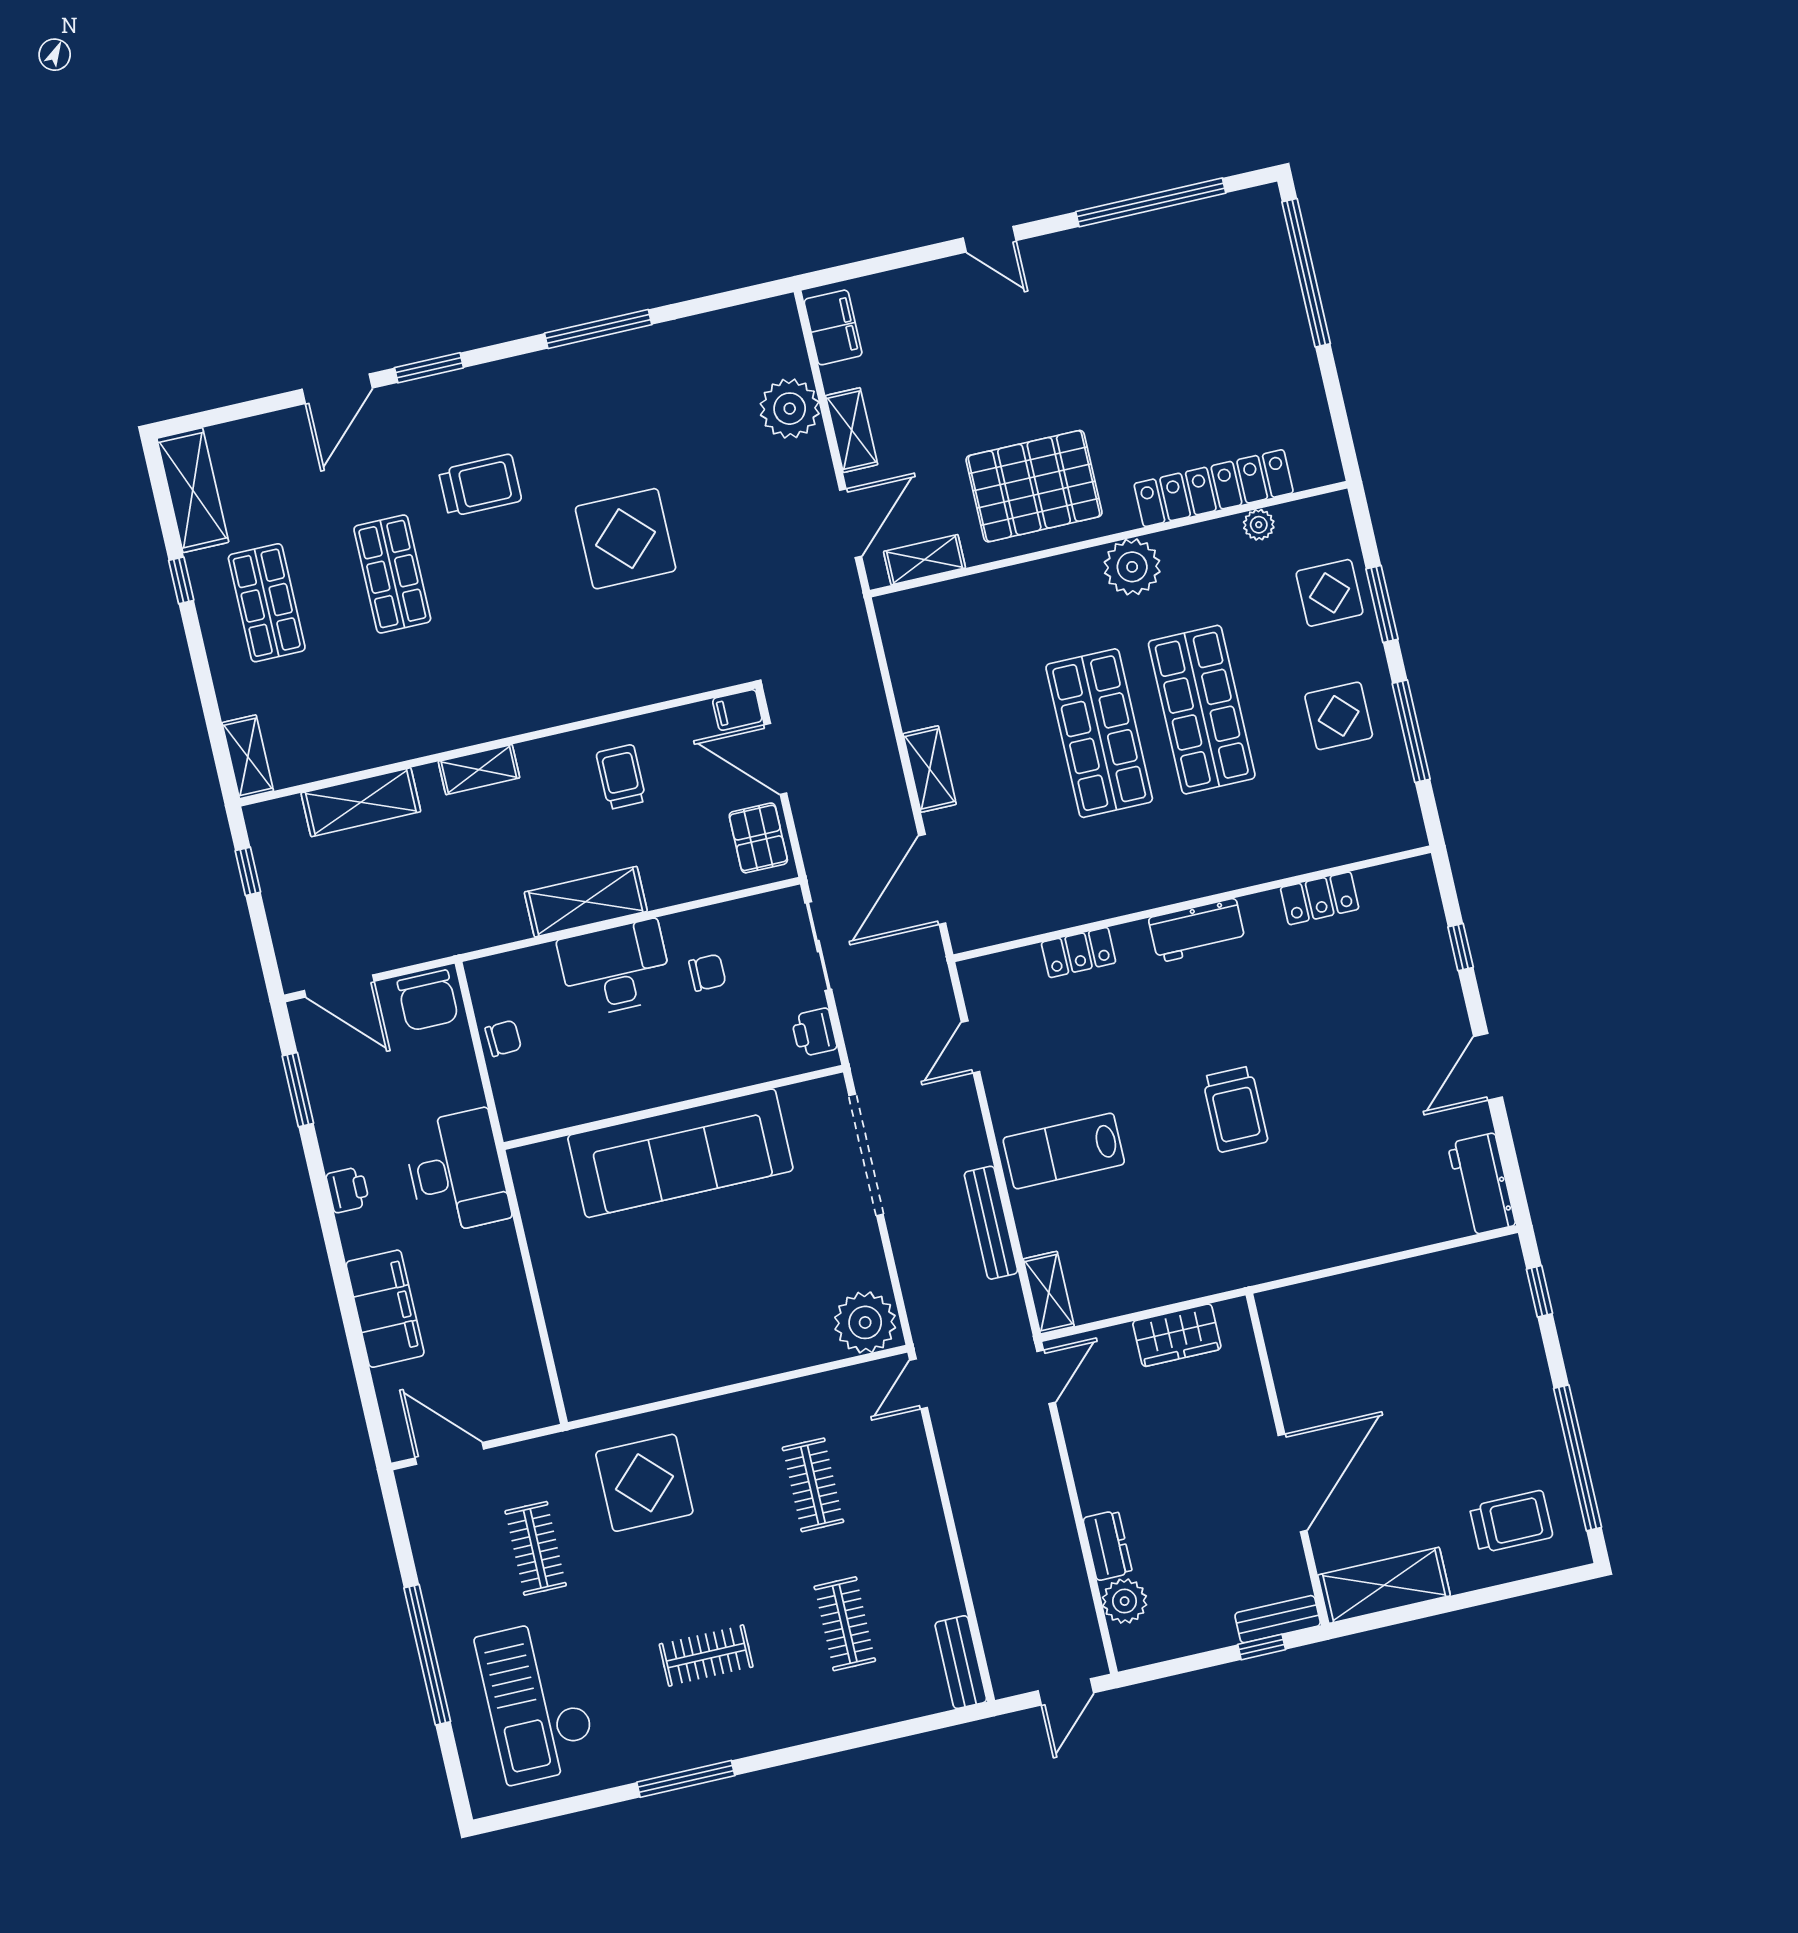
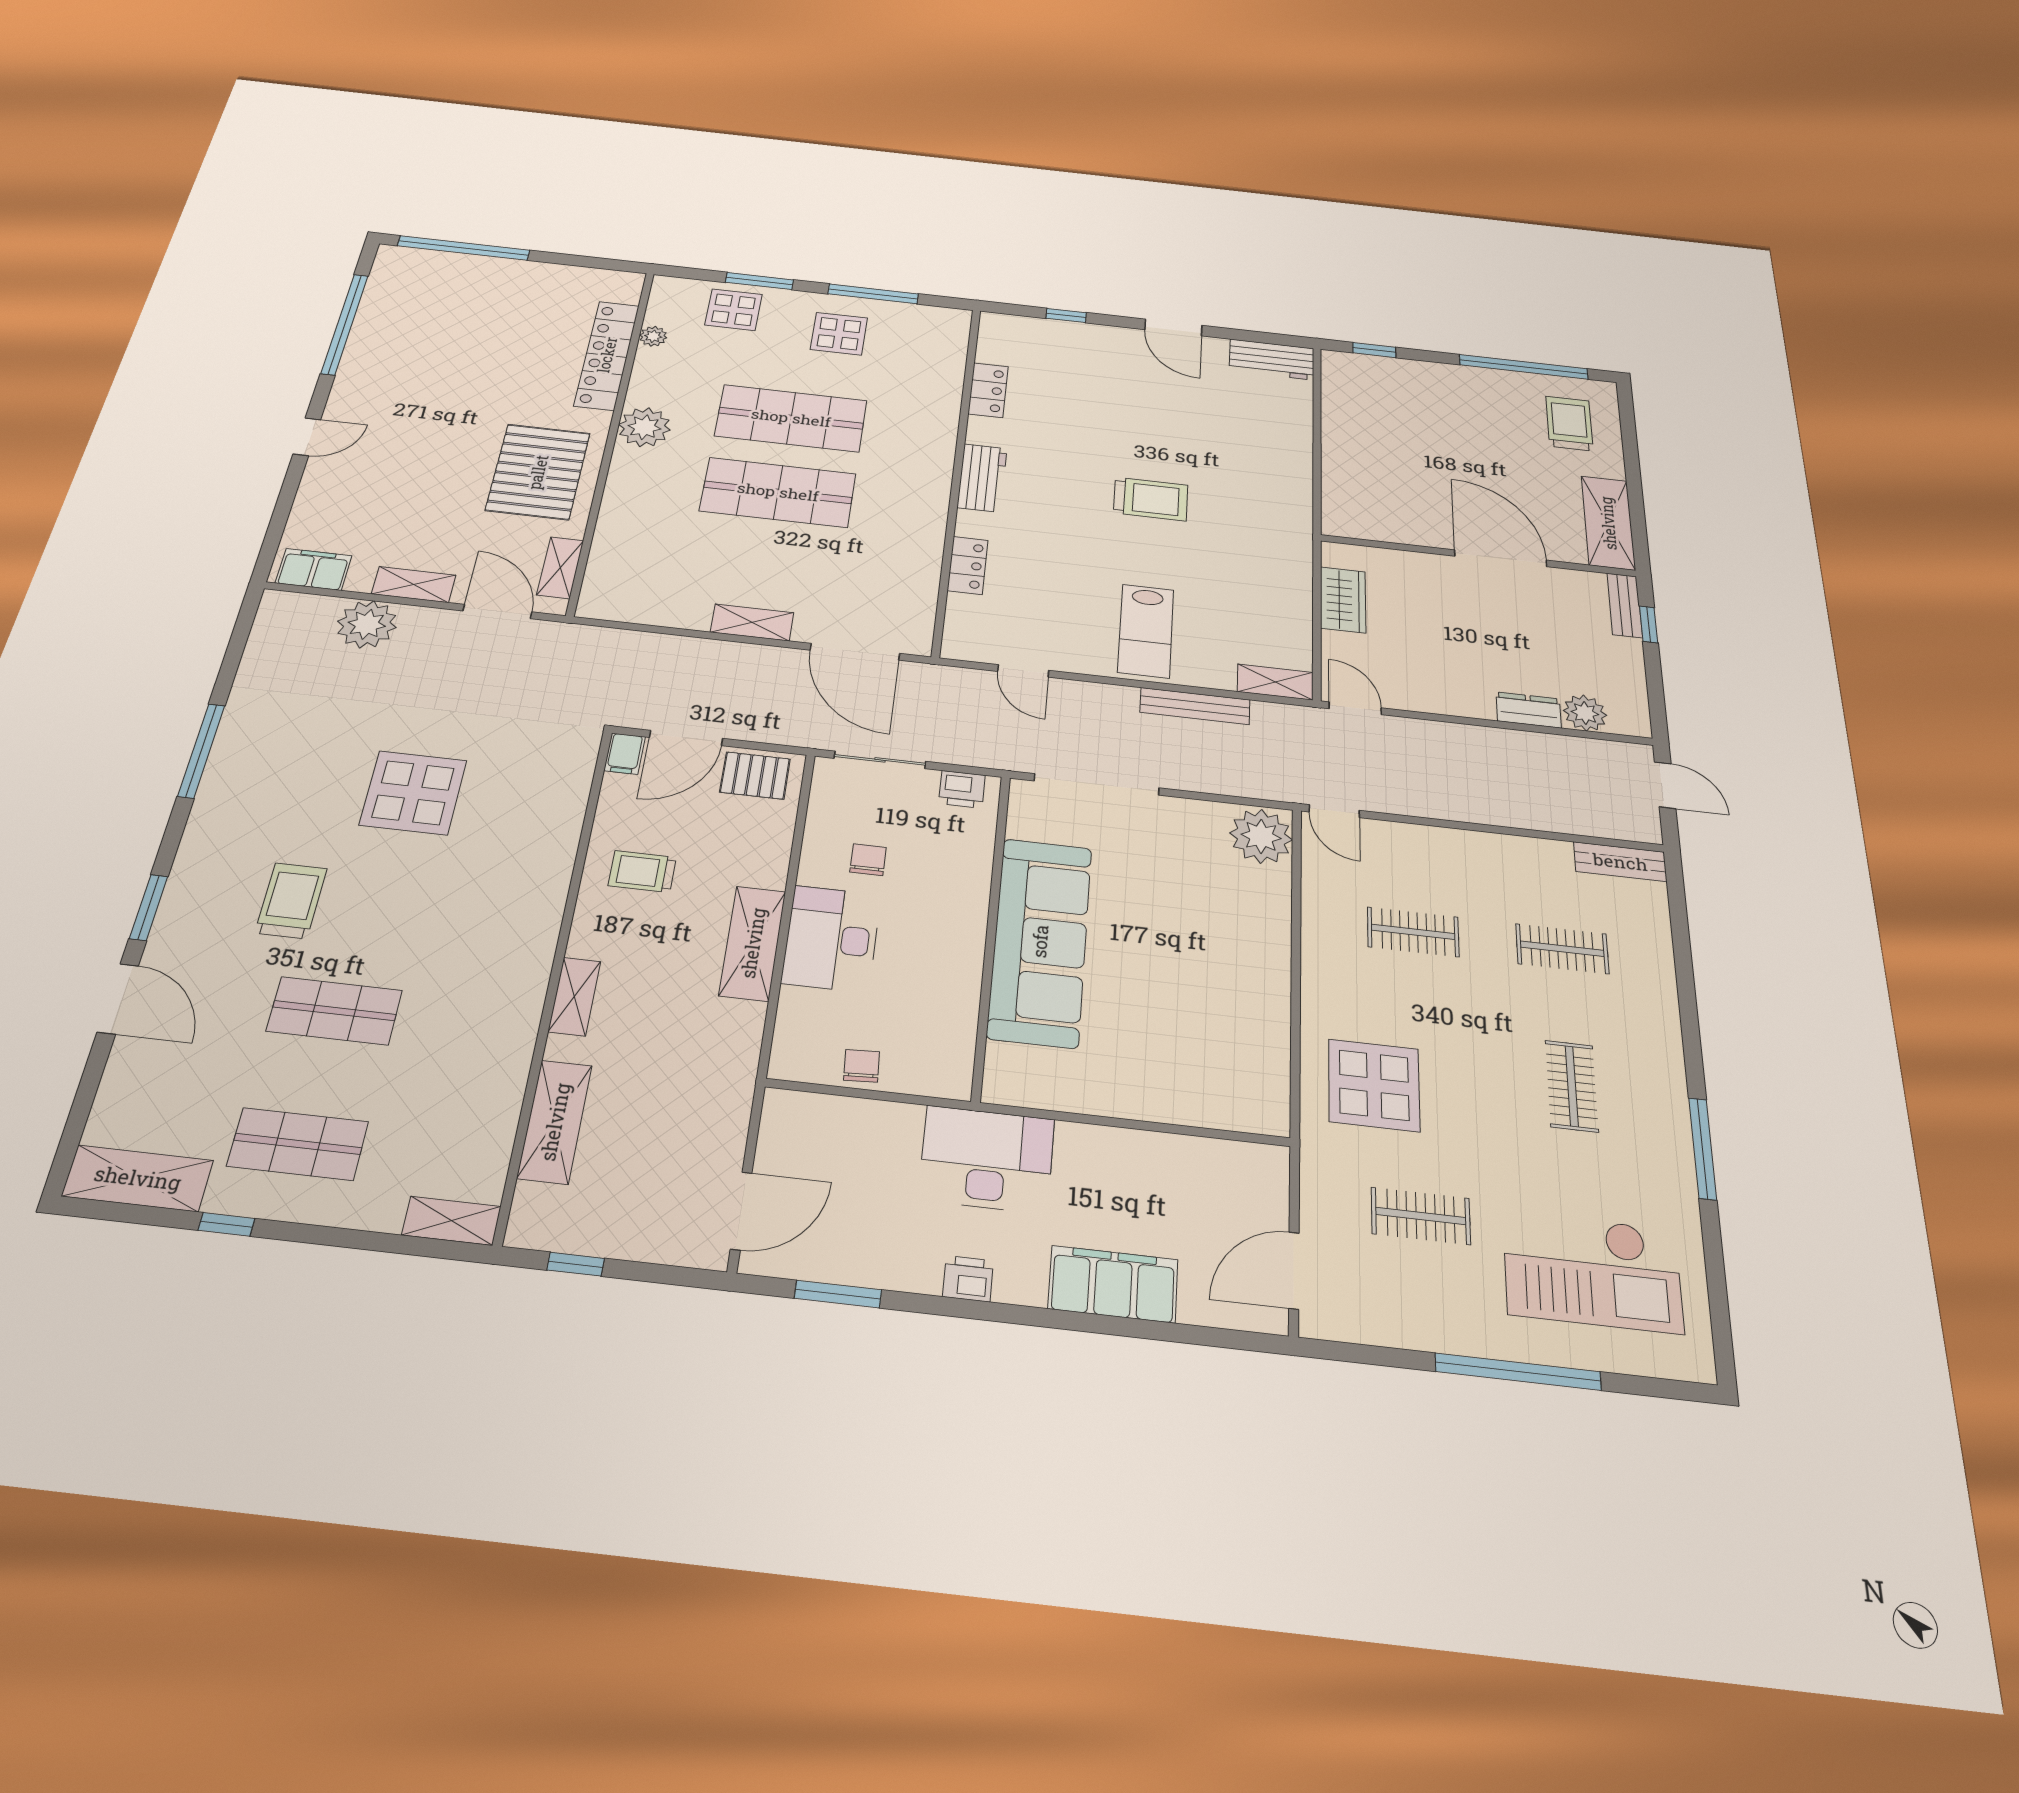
chair: (428, 1001) -> (793, 1126), removed

